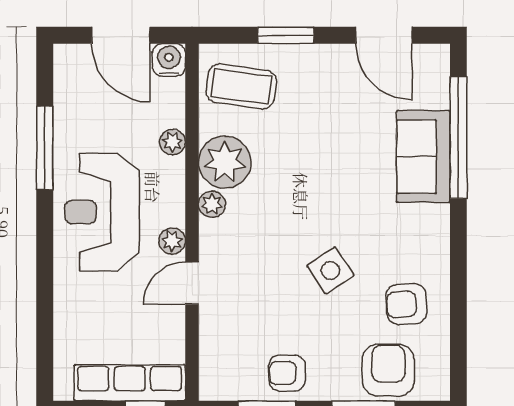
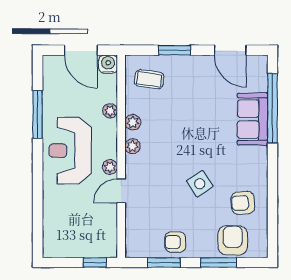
coffee table: (241, 87) -> (149, 79), width x0.73, depth x0.77
plant: (225, 162) -> (133, 122), width x0.53, depth x0.53
row of seats: (130, 383) -> (86, 248), removed

